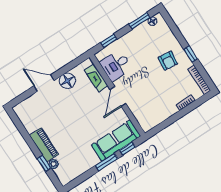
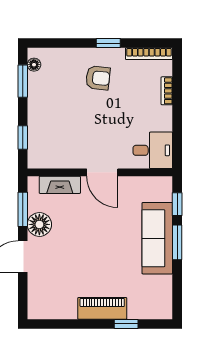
desk: (116, 65) -> (153, 150), moved, turned -90
window: (70, 66) -> (23, 209), added
sofa: (116, 141) -> (157, 238), moved
plant: (54, 164) -> (135, 312), removed

